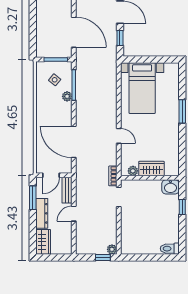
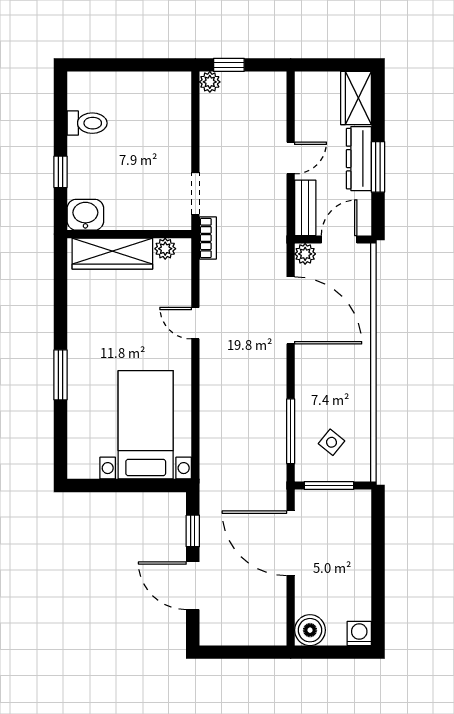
plant: (67, 96) -> (305, 254), moved
wardrobe: (151, 169) -> (112, 254), width x1.50
window: (33, 198) -> (378, 167), moved
toilet: (170, 249) -> (87, 123), moved

